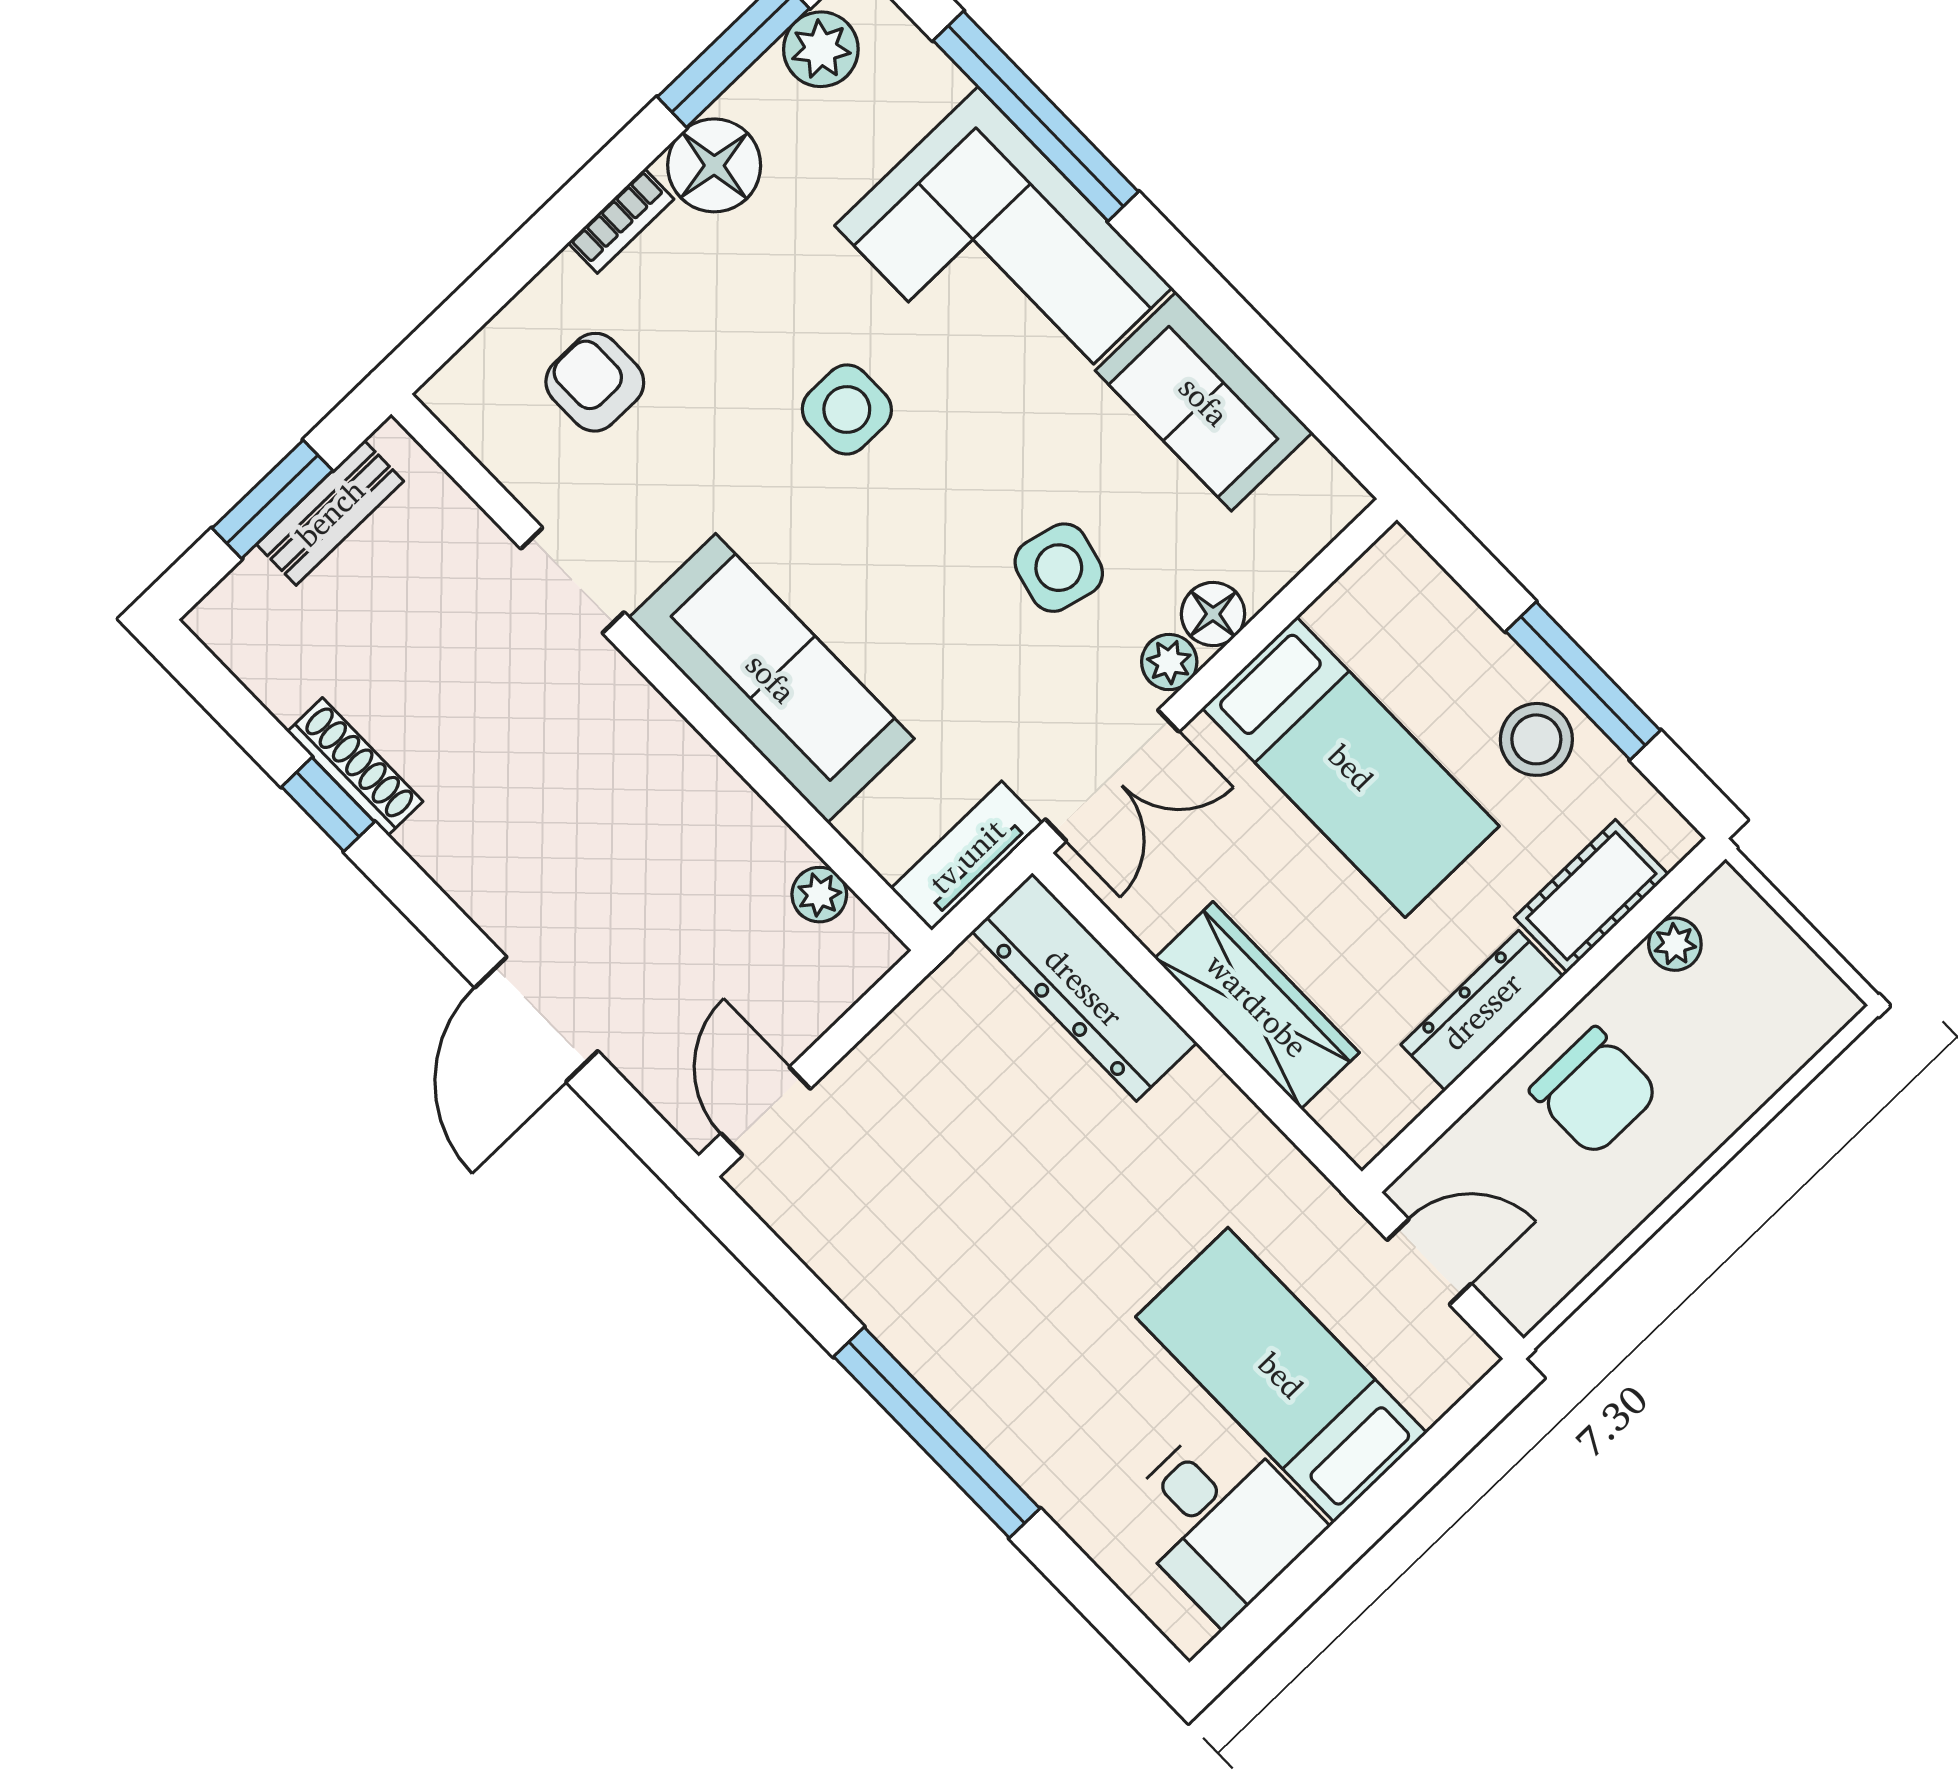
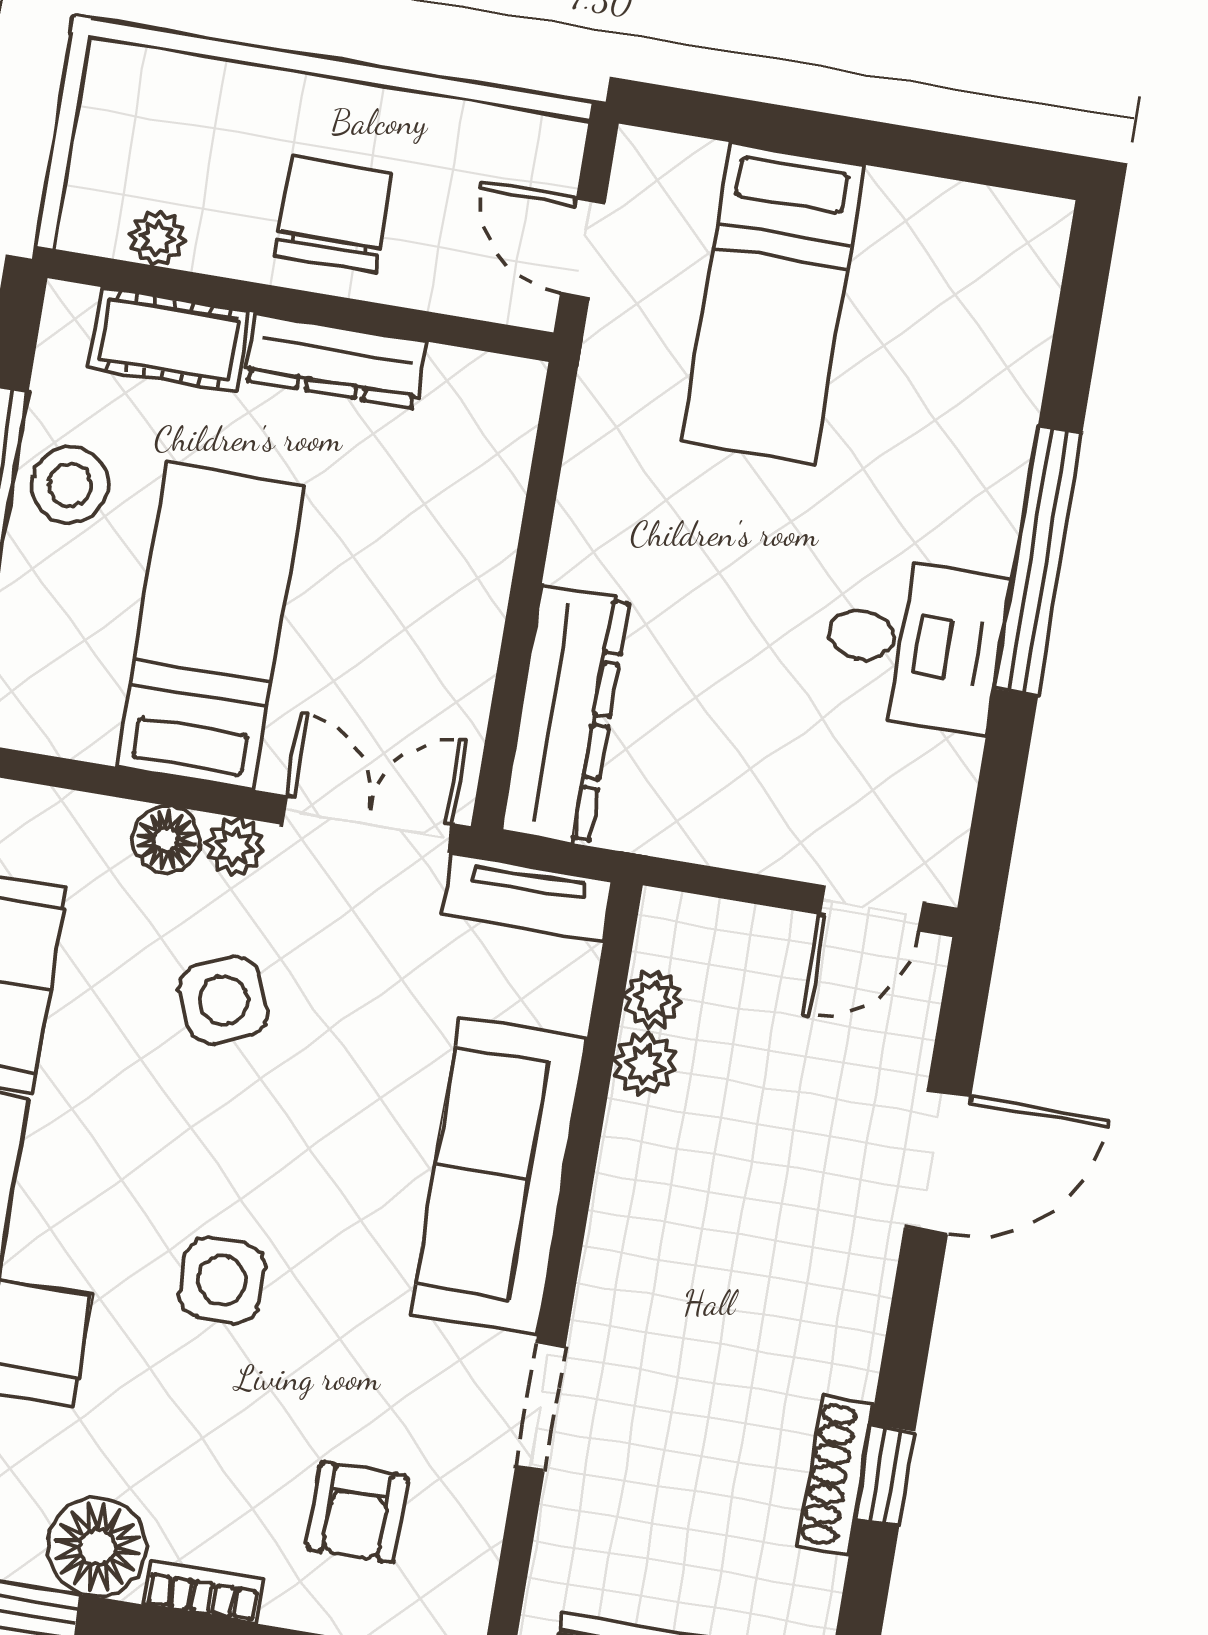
side table: (1059, 568) -> (224, 1000), turned -37
plant: (774, 851) -> (645, 1065), added
wardrobe: (1257, 1005) -> (472, 556), removed
desk: (1220, 1520) -> (914, 644), moved, turned 90

